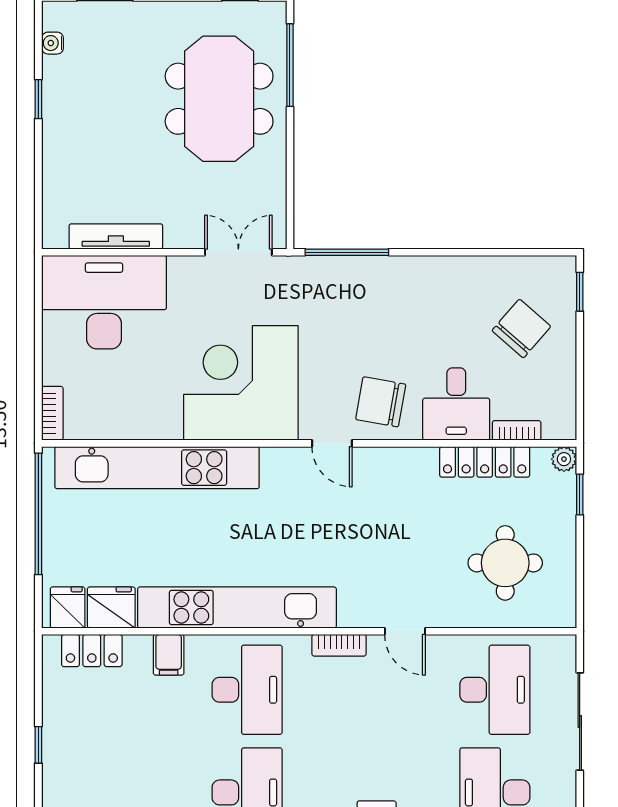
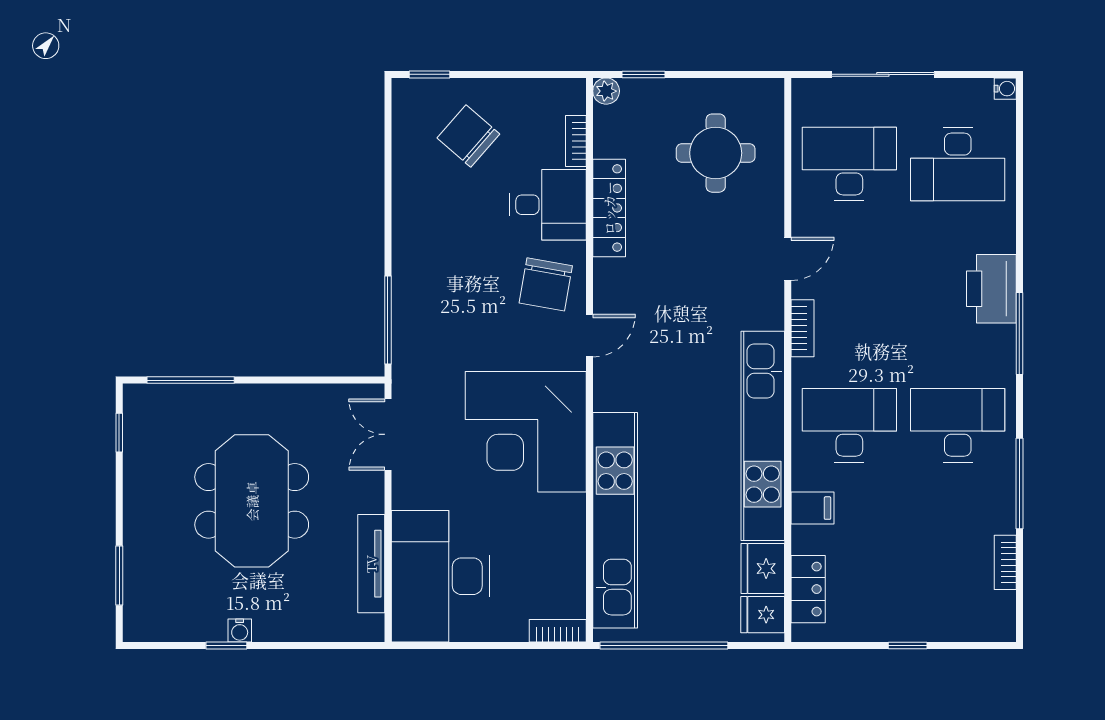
water cooler: (53, 43) -> (240, 631), moved
meeting table: (219, 99) -> (252, 501), moved, turned 90
locker: (485, 462) -> (609, 208), moved

